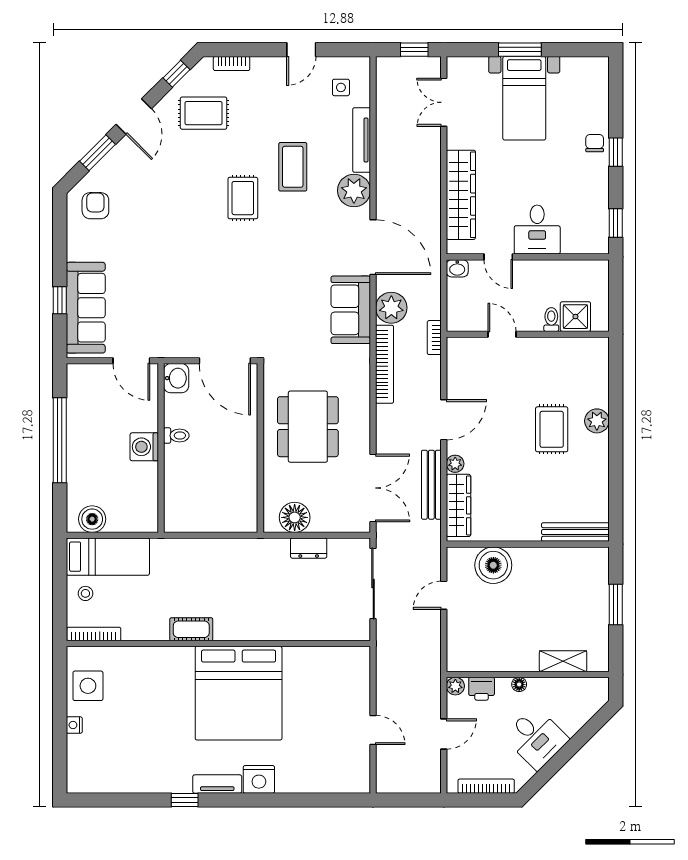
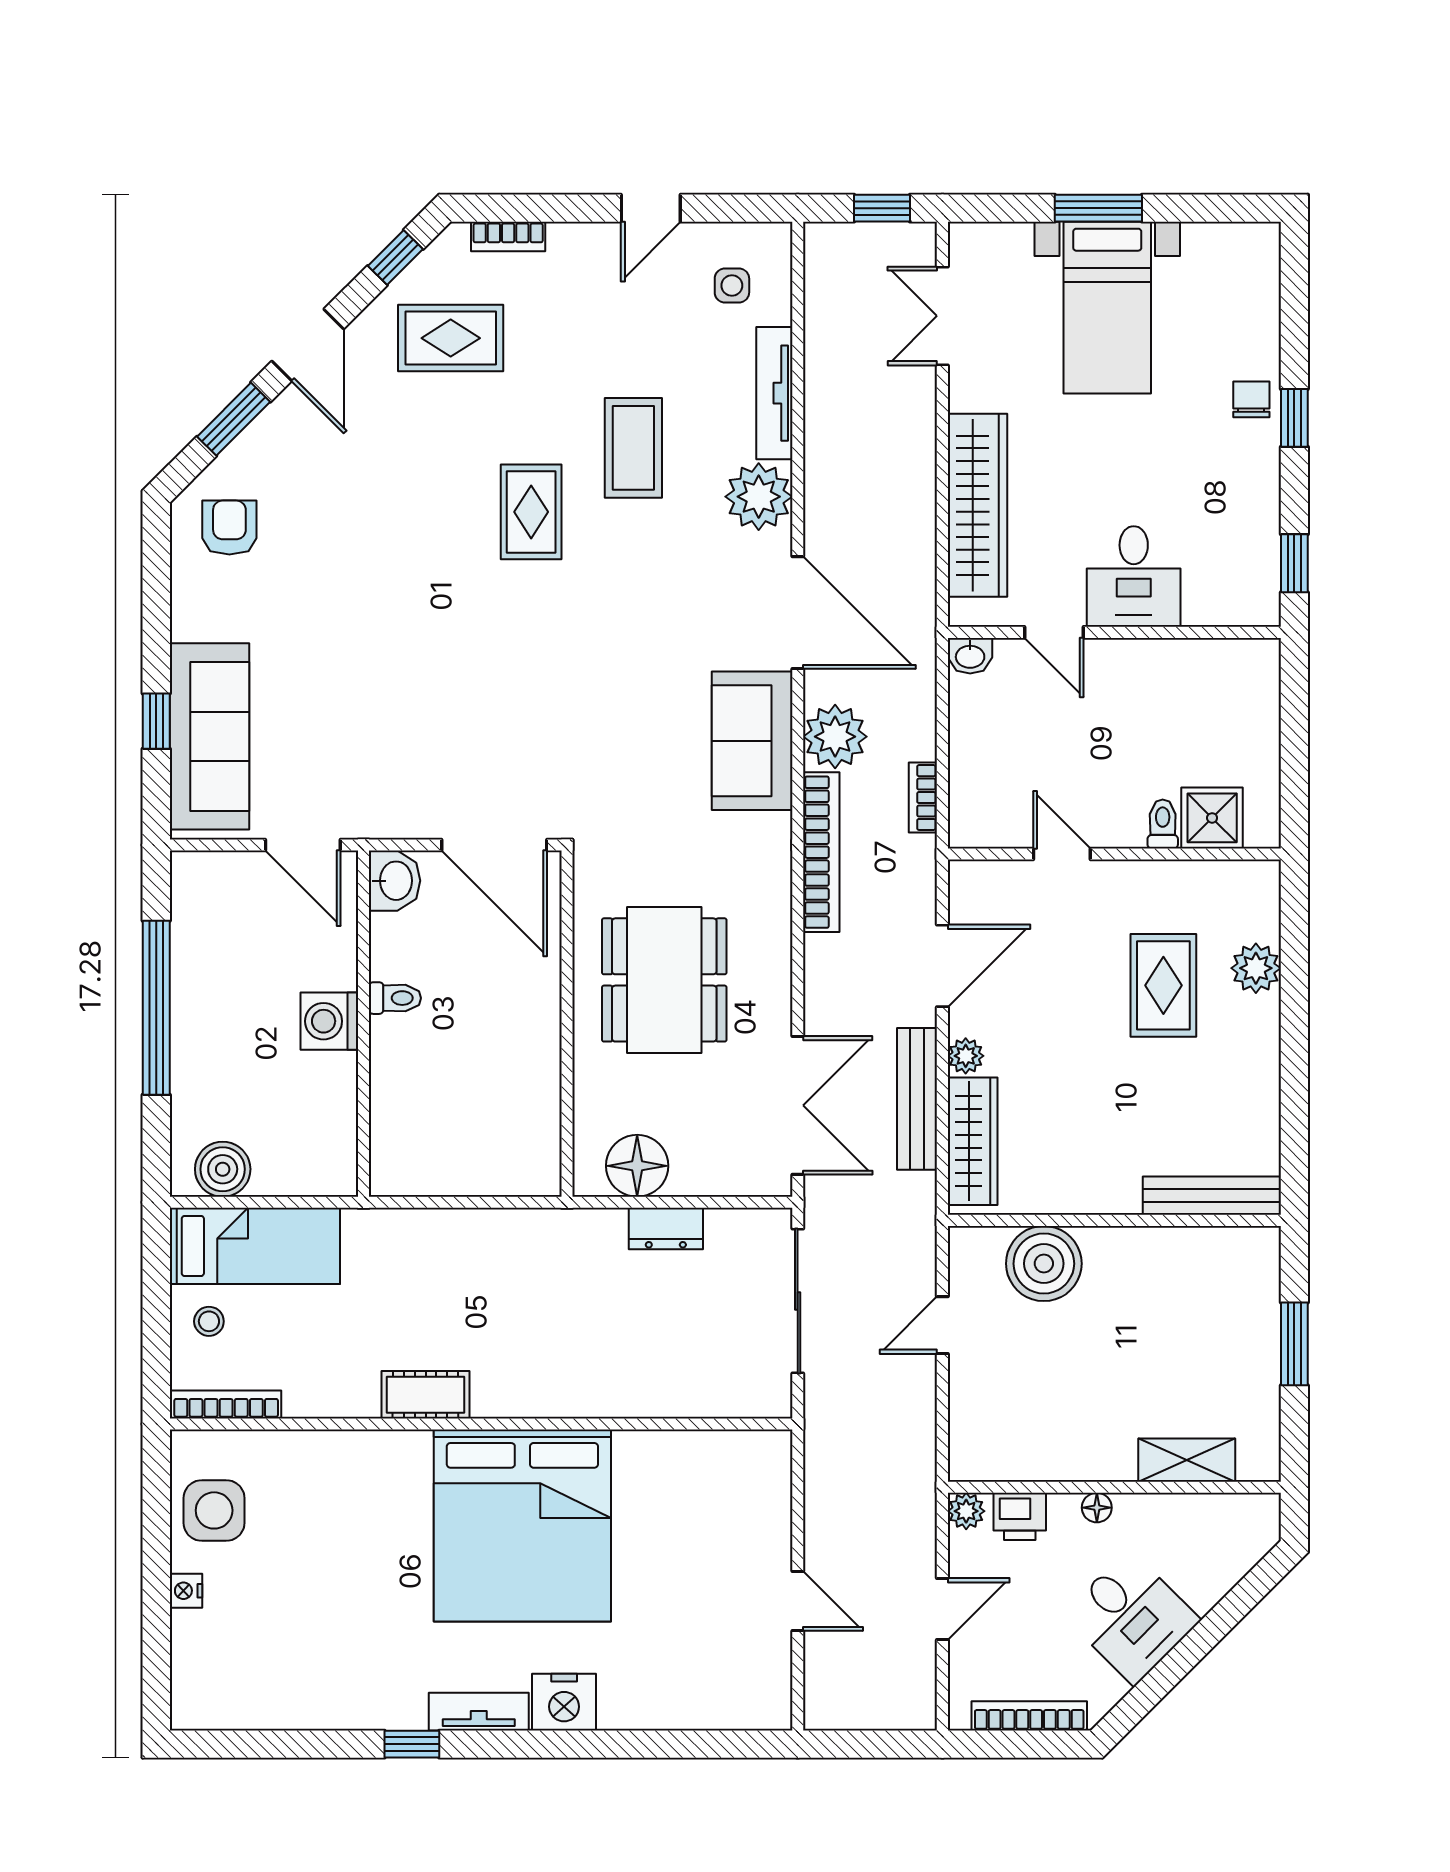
shower: (575, 317) -> (1212, 818), moved
toilet: (551, 320) -> (1163, 824), moved
door: (502, 334) -> (1062, 854), moved
wall: (528, 334) -> (1114, 854), moved

